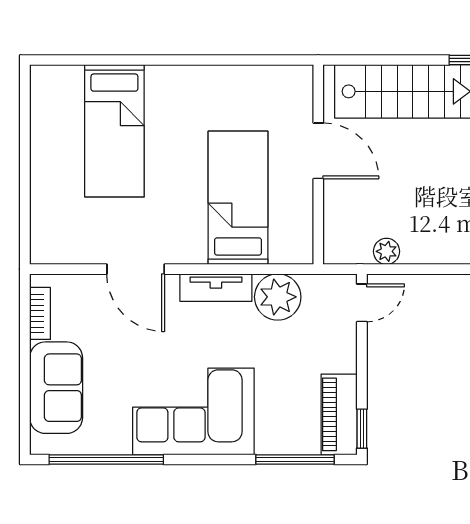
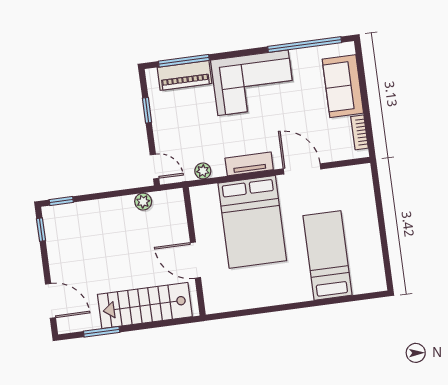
bed: (238, 198) -> (252, 222), width x1.50
plant: (278, 297) -> (203, 171), width x0.53, depth x0.53
door: (362, 303) -> (154, 167), swing flipped
piano: (339, 414) -> (185, 75), moved, turned 90
window: (362, 429) -> (147, 110), moved

